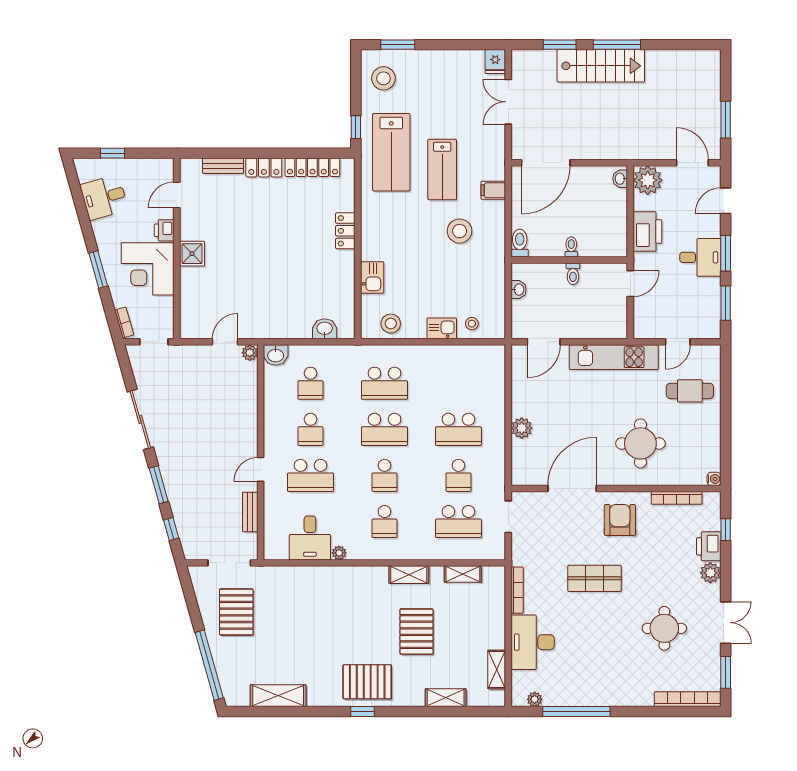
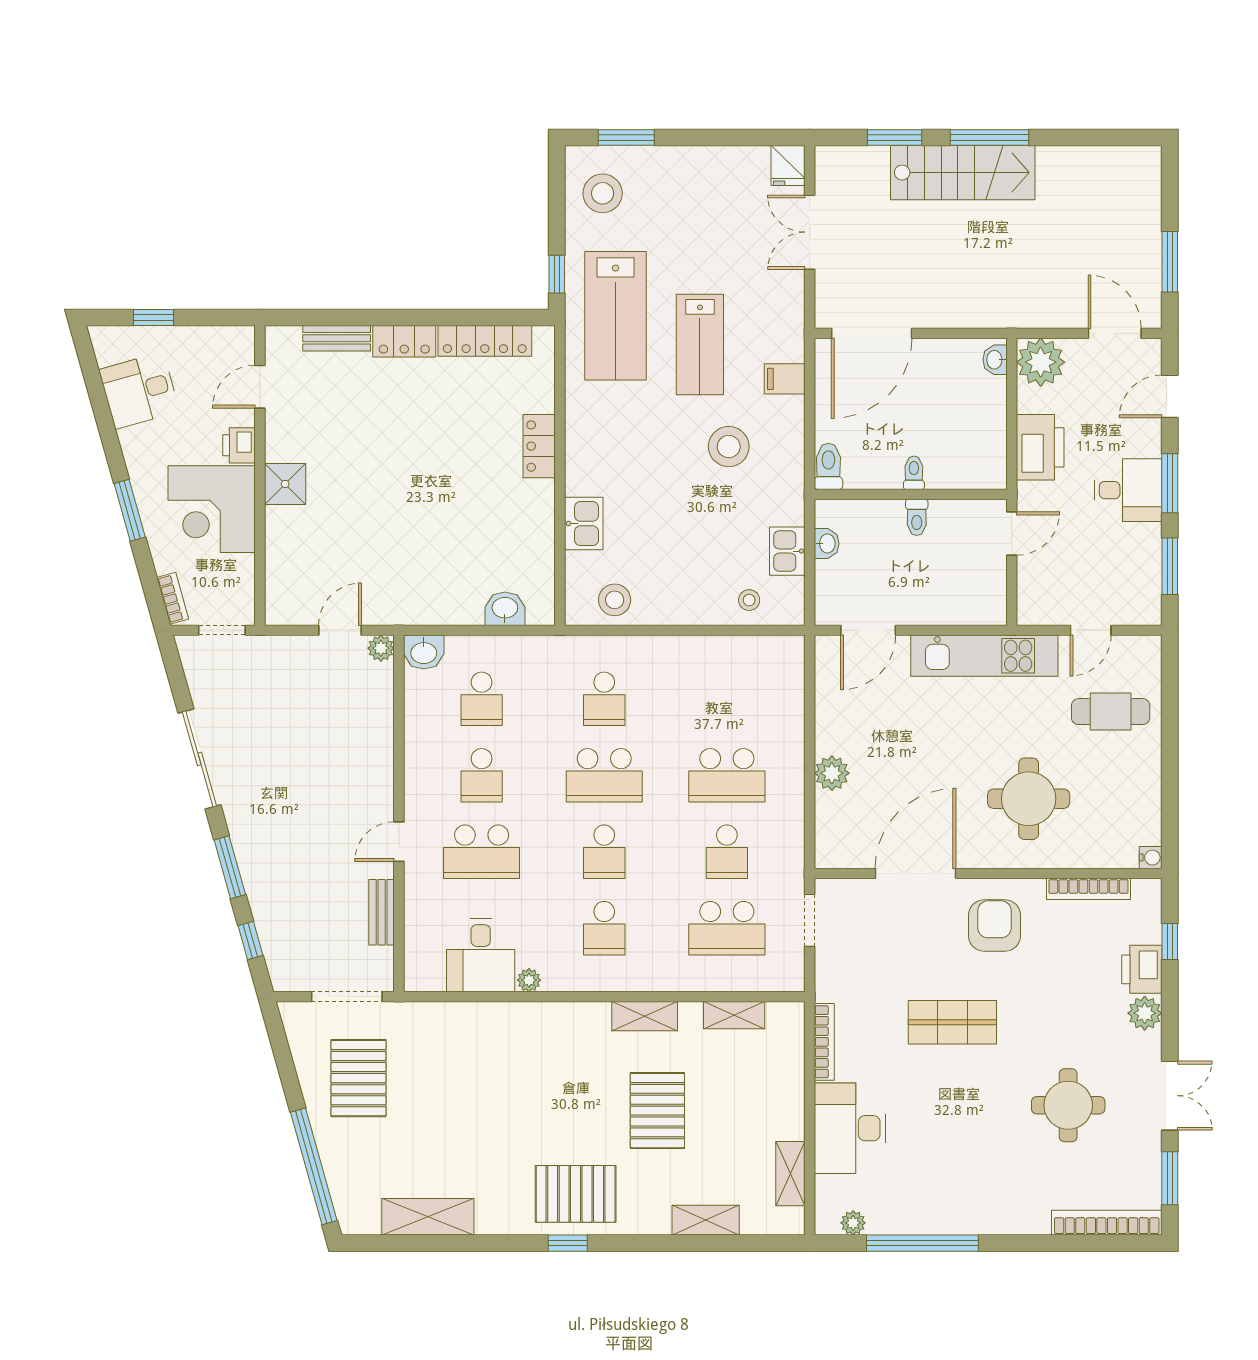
kitchen sink: (442, 328) -> (787, 551), moved, turned -90
school desk: (384, 383) -> (604, 699), width x0.54

